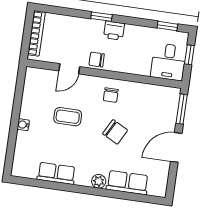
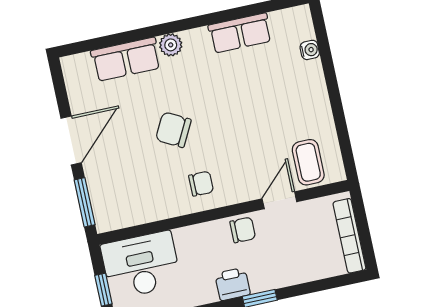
desk: (169, 62) -> (141, 265), width x1.37
chair: (111, 95) -> (201, 184), turned 90
coffee table: (68, 117) -> (308, 162), moved, turned 90
water cooler: (23, 125) -> (310, 50), moved

